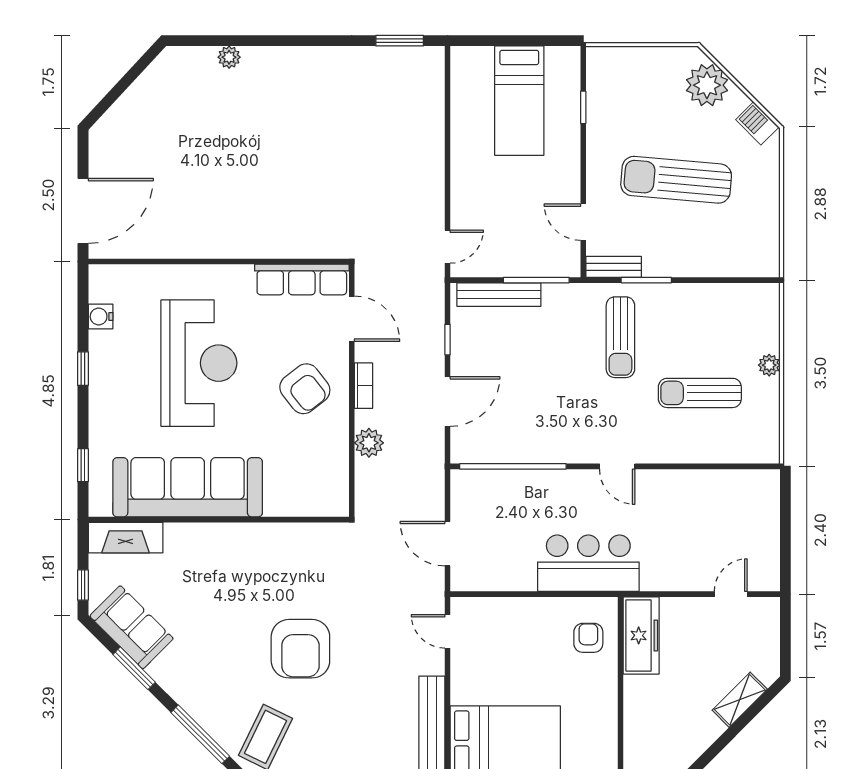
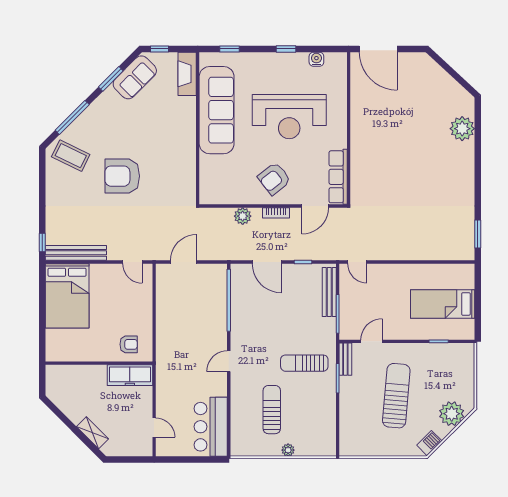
plant: (229, 57) -> (462, 129), width x1.87, depth x1.87
bar counter: (588, 563) -> (211, 427), moved, turned 180
door: (447, 631) -> (132, 262), swing flipped

